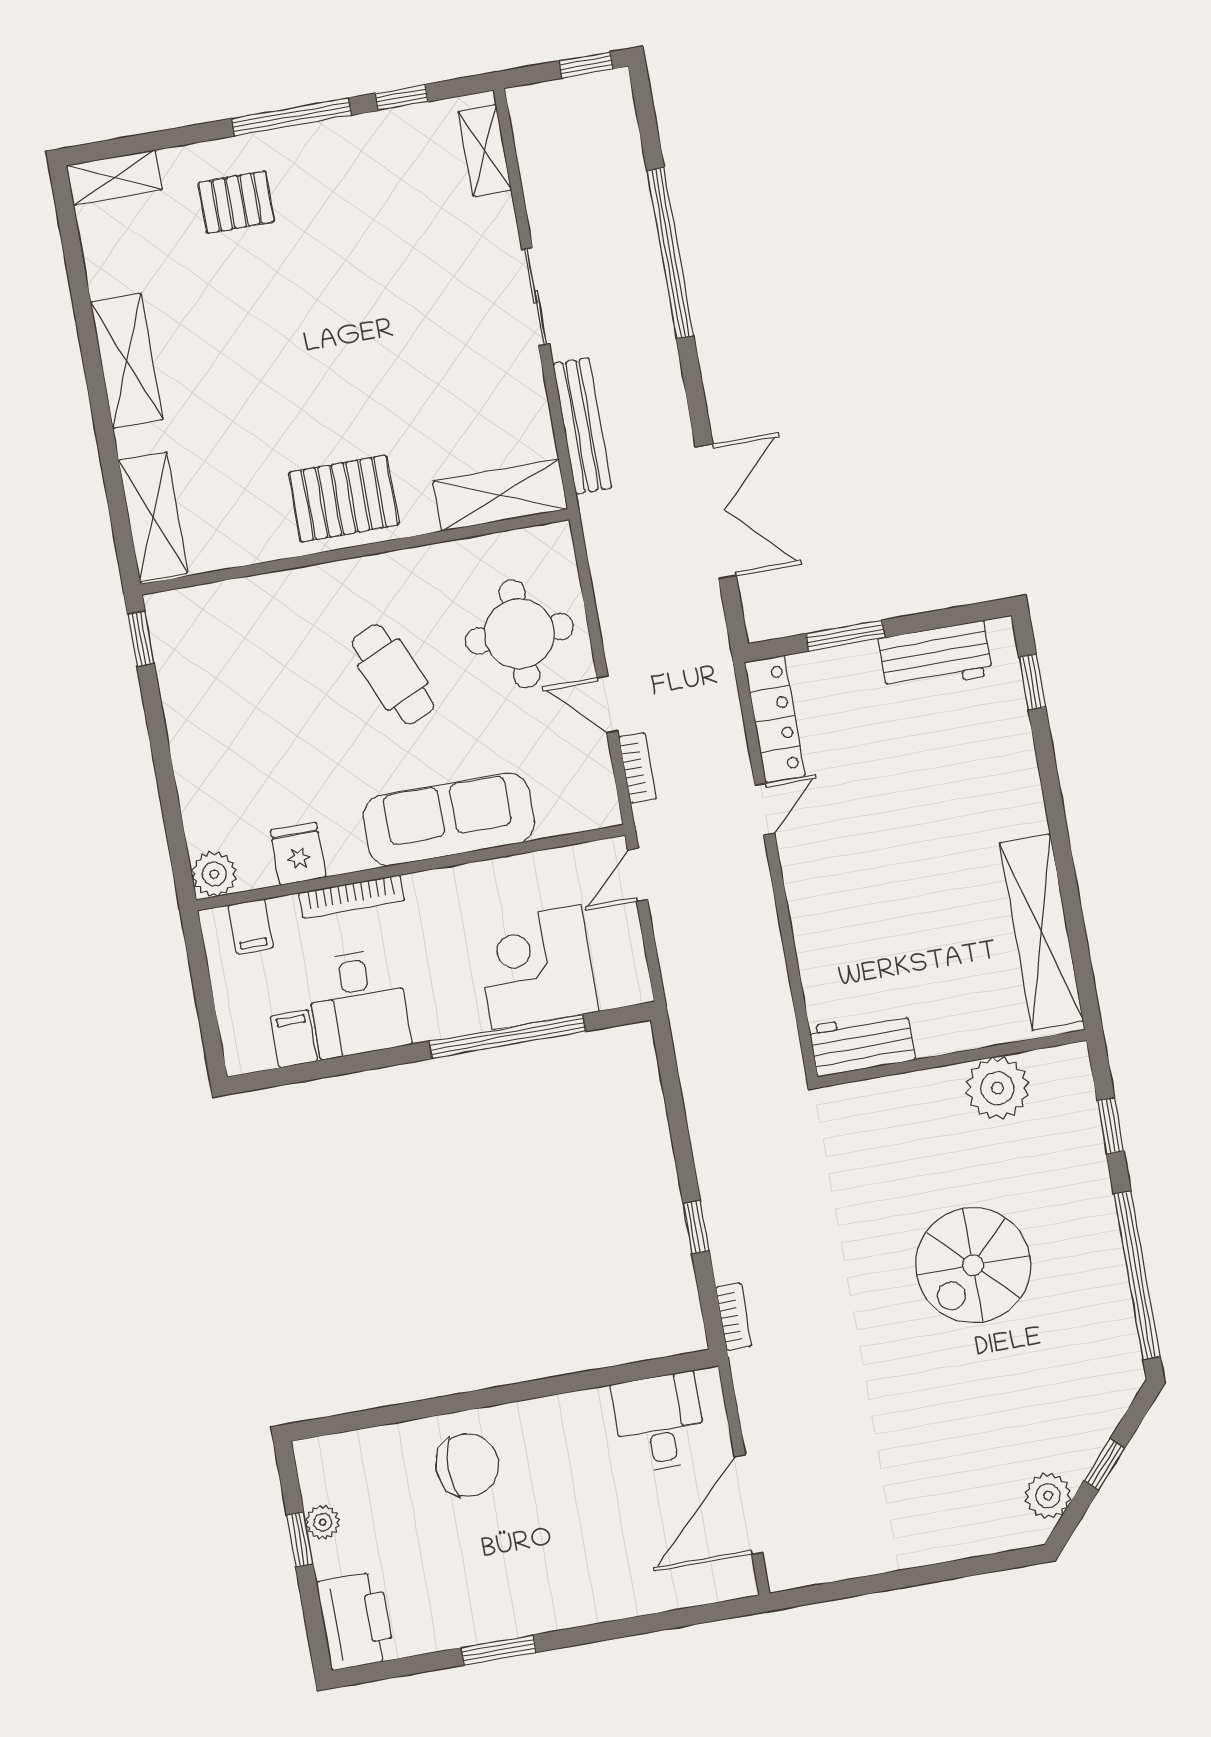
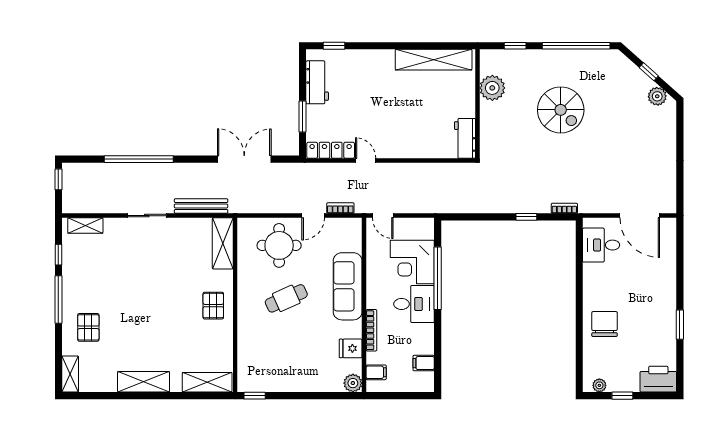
pallet: (344, 499) -> (213, 306), width x0.67, depth x0.71
desk: (358, 1003) -> (414, 304), moved
plant: (323, 1522) -> (599, 385), moved

